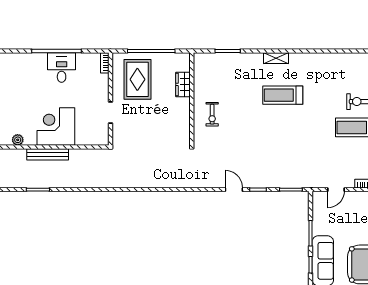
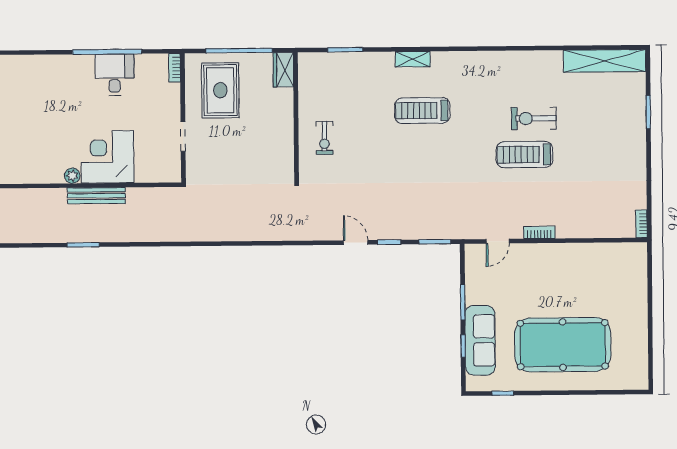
wardrobe: (183, 84) -> (283, 70), moved
plant: (18, 140) -> (72, 176), moved

